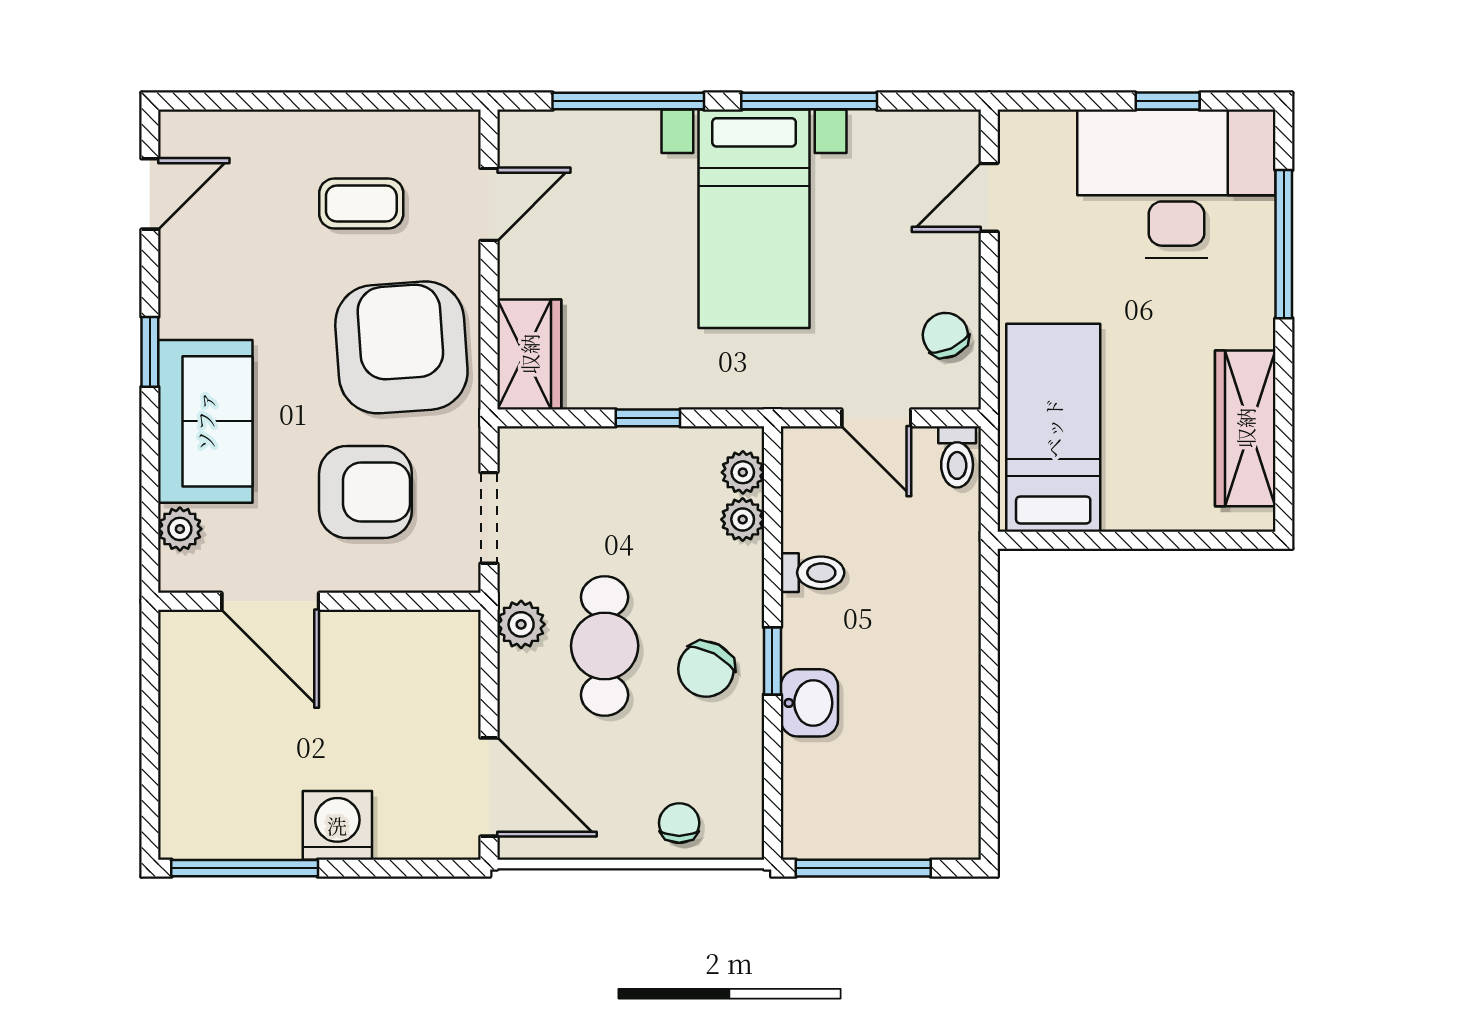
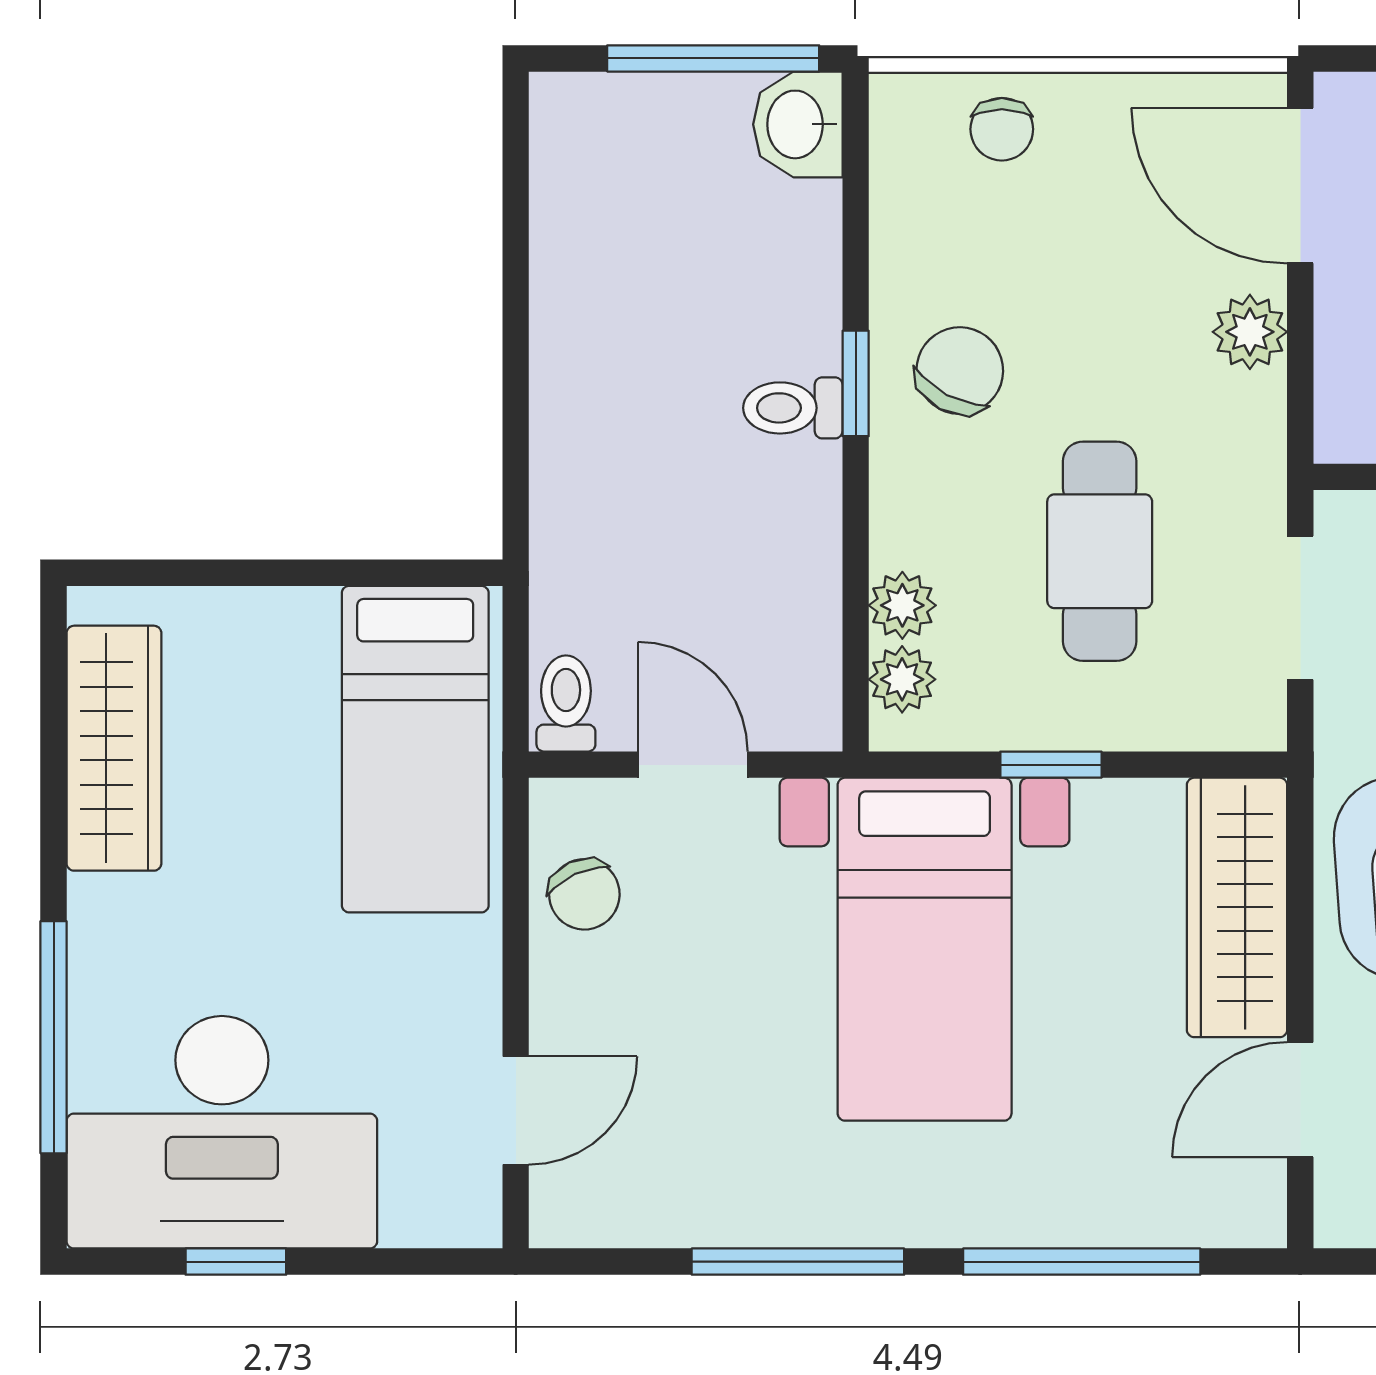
bed with nightstands: (754, 219) -> (925, 949), moved, turned 180
wardrobe: (529, 354) -> (1237, 907), width x1.50
toilet: (812, 573) -> (793, 408), moved
plant: (521, 624) -> (1250, 332), moved
cafe table: (605, 646) -> (1100, 551), moved
washbasin: (809, 703) -> (798, 124), moved

